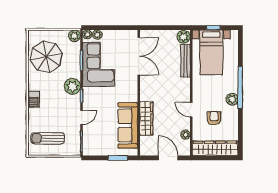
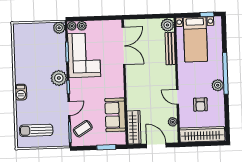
window: (213, 28) -> (207, 14), moved
parasol: (46, 57) -> (32, 50), removed
wardrobe: (146, 118) -> (134, 127), moved
armchair: (214, 118) -> (200, 105), turned 180
sofa: (128, 125) -> (115, 115), width x0.73
coffee table: (95, 138) -> (83, 129), added

